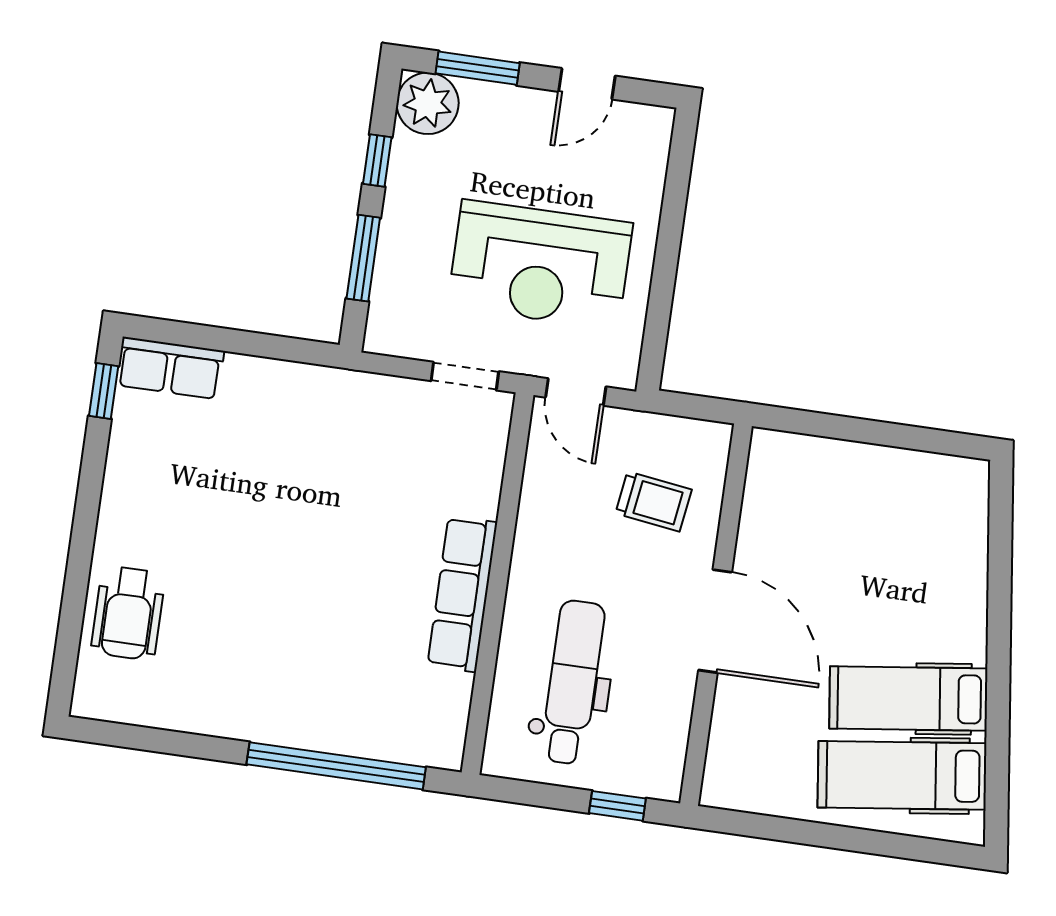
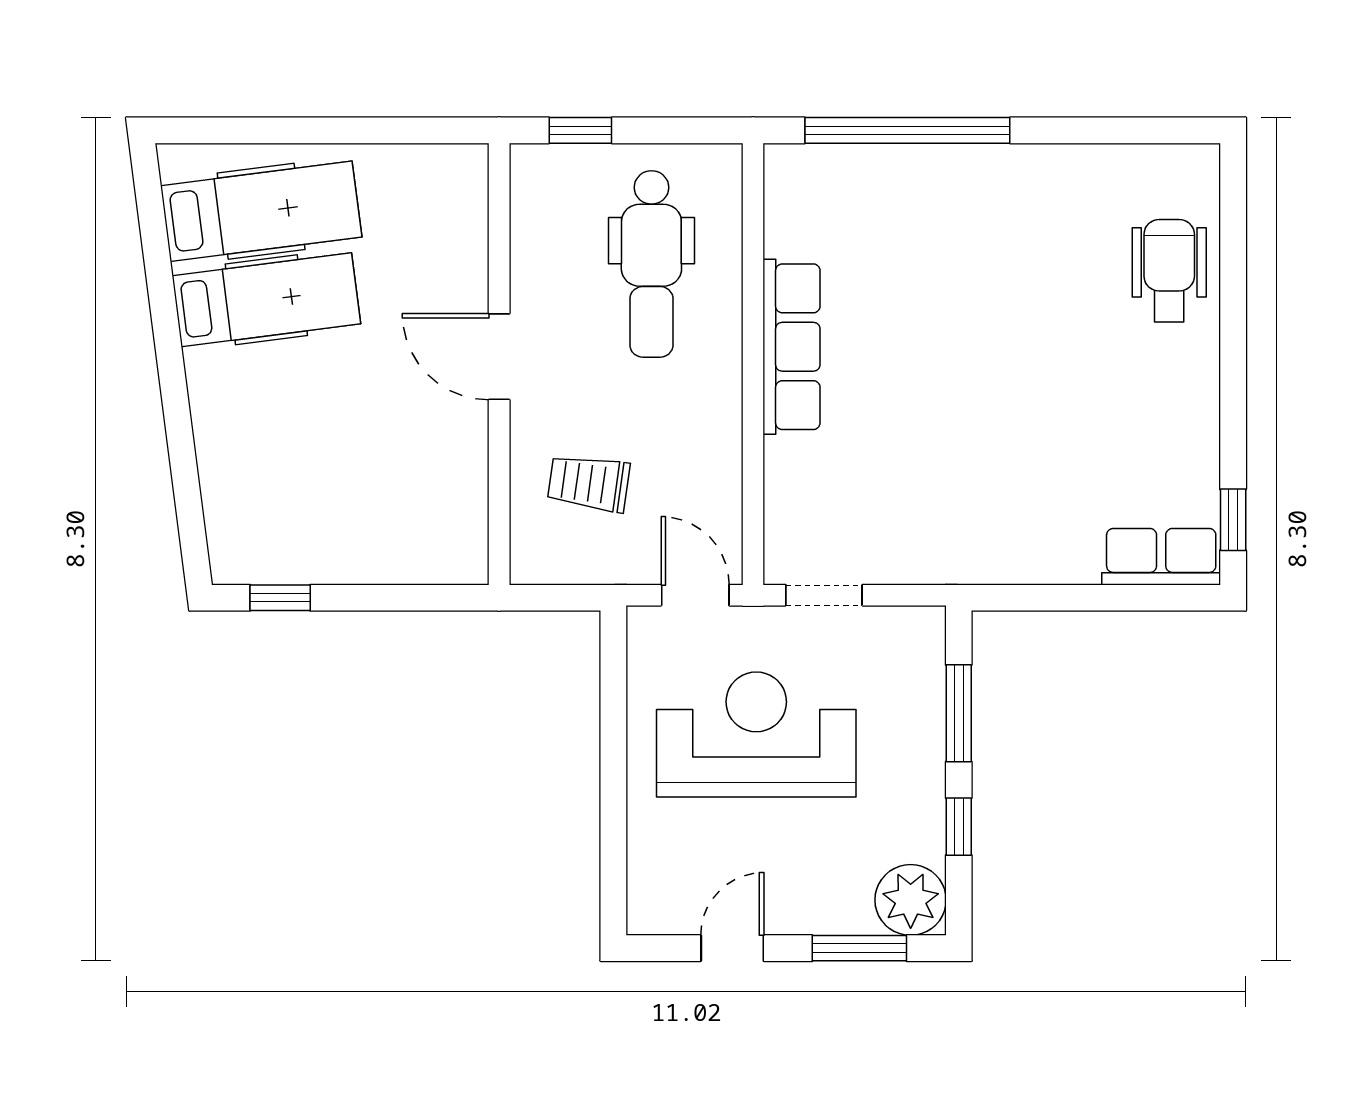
window: (933, 441) -> (280, 598), added
door: (715, 621) -> (499, 357), width x0.73

